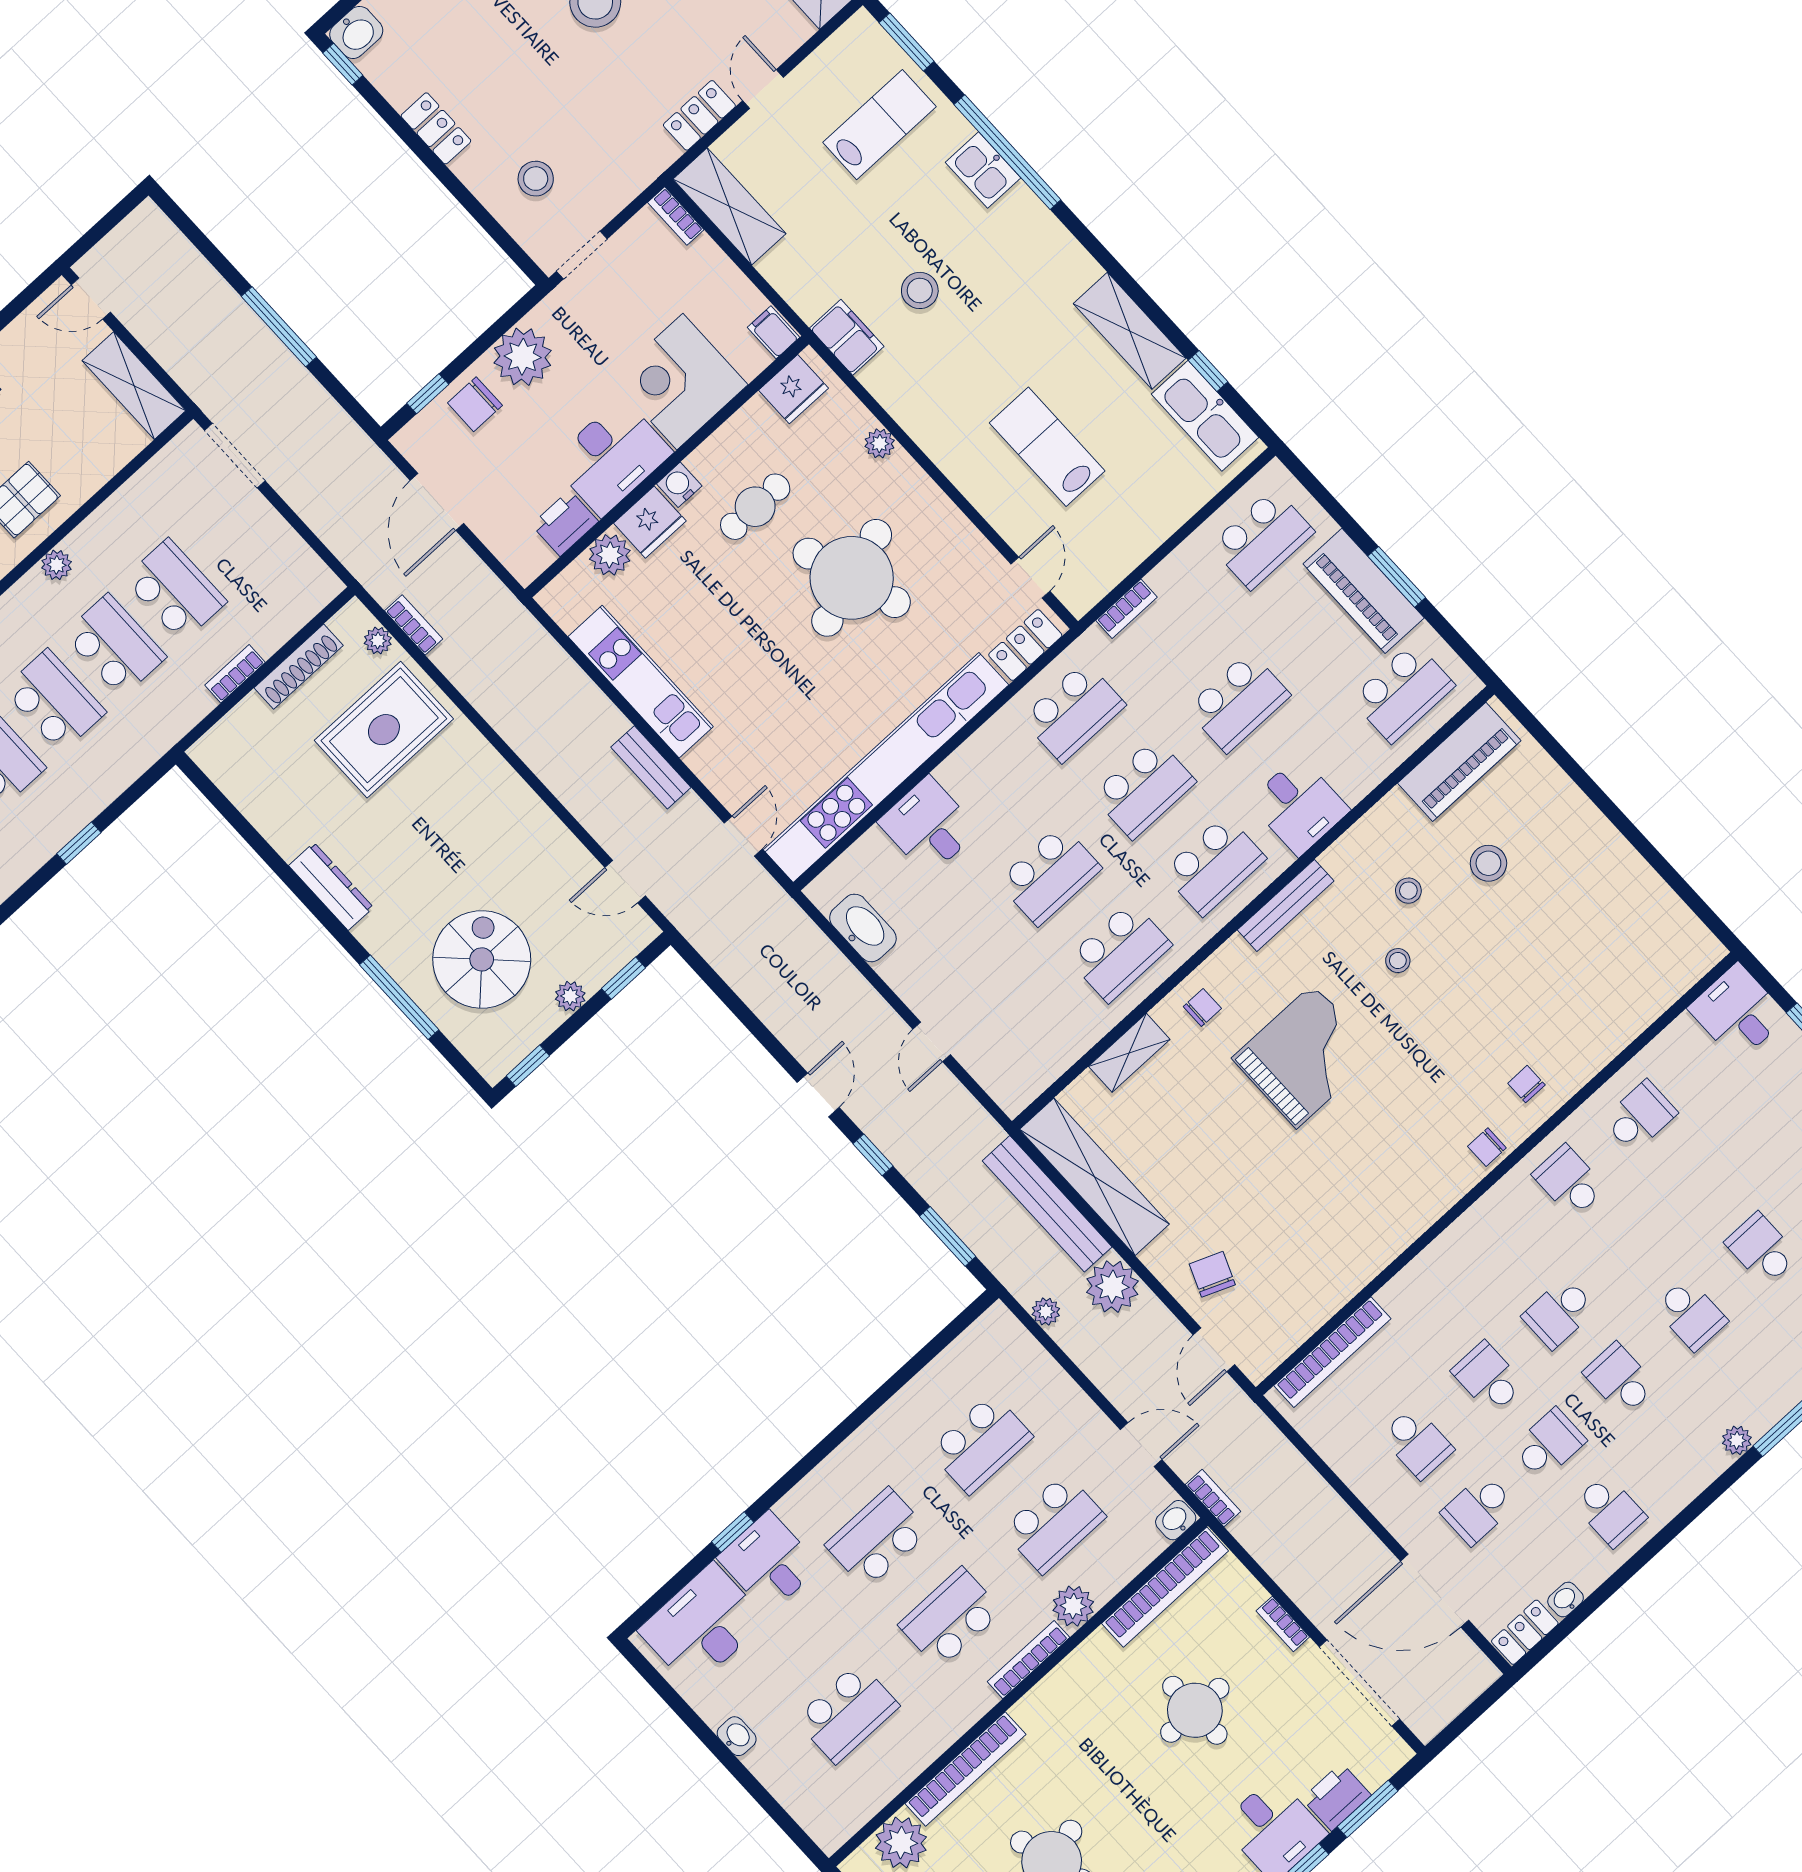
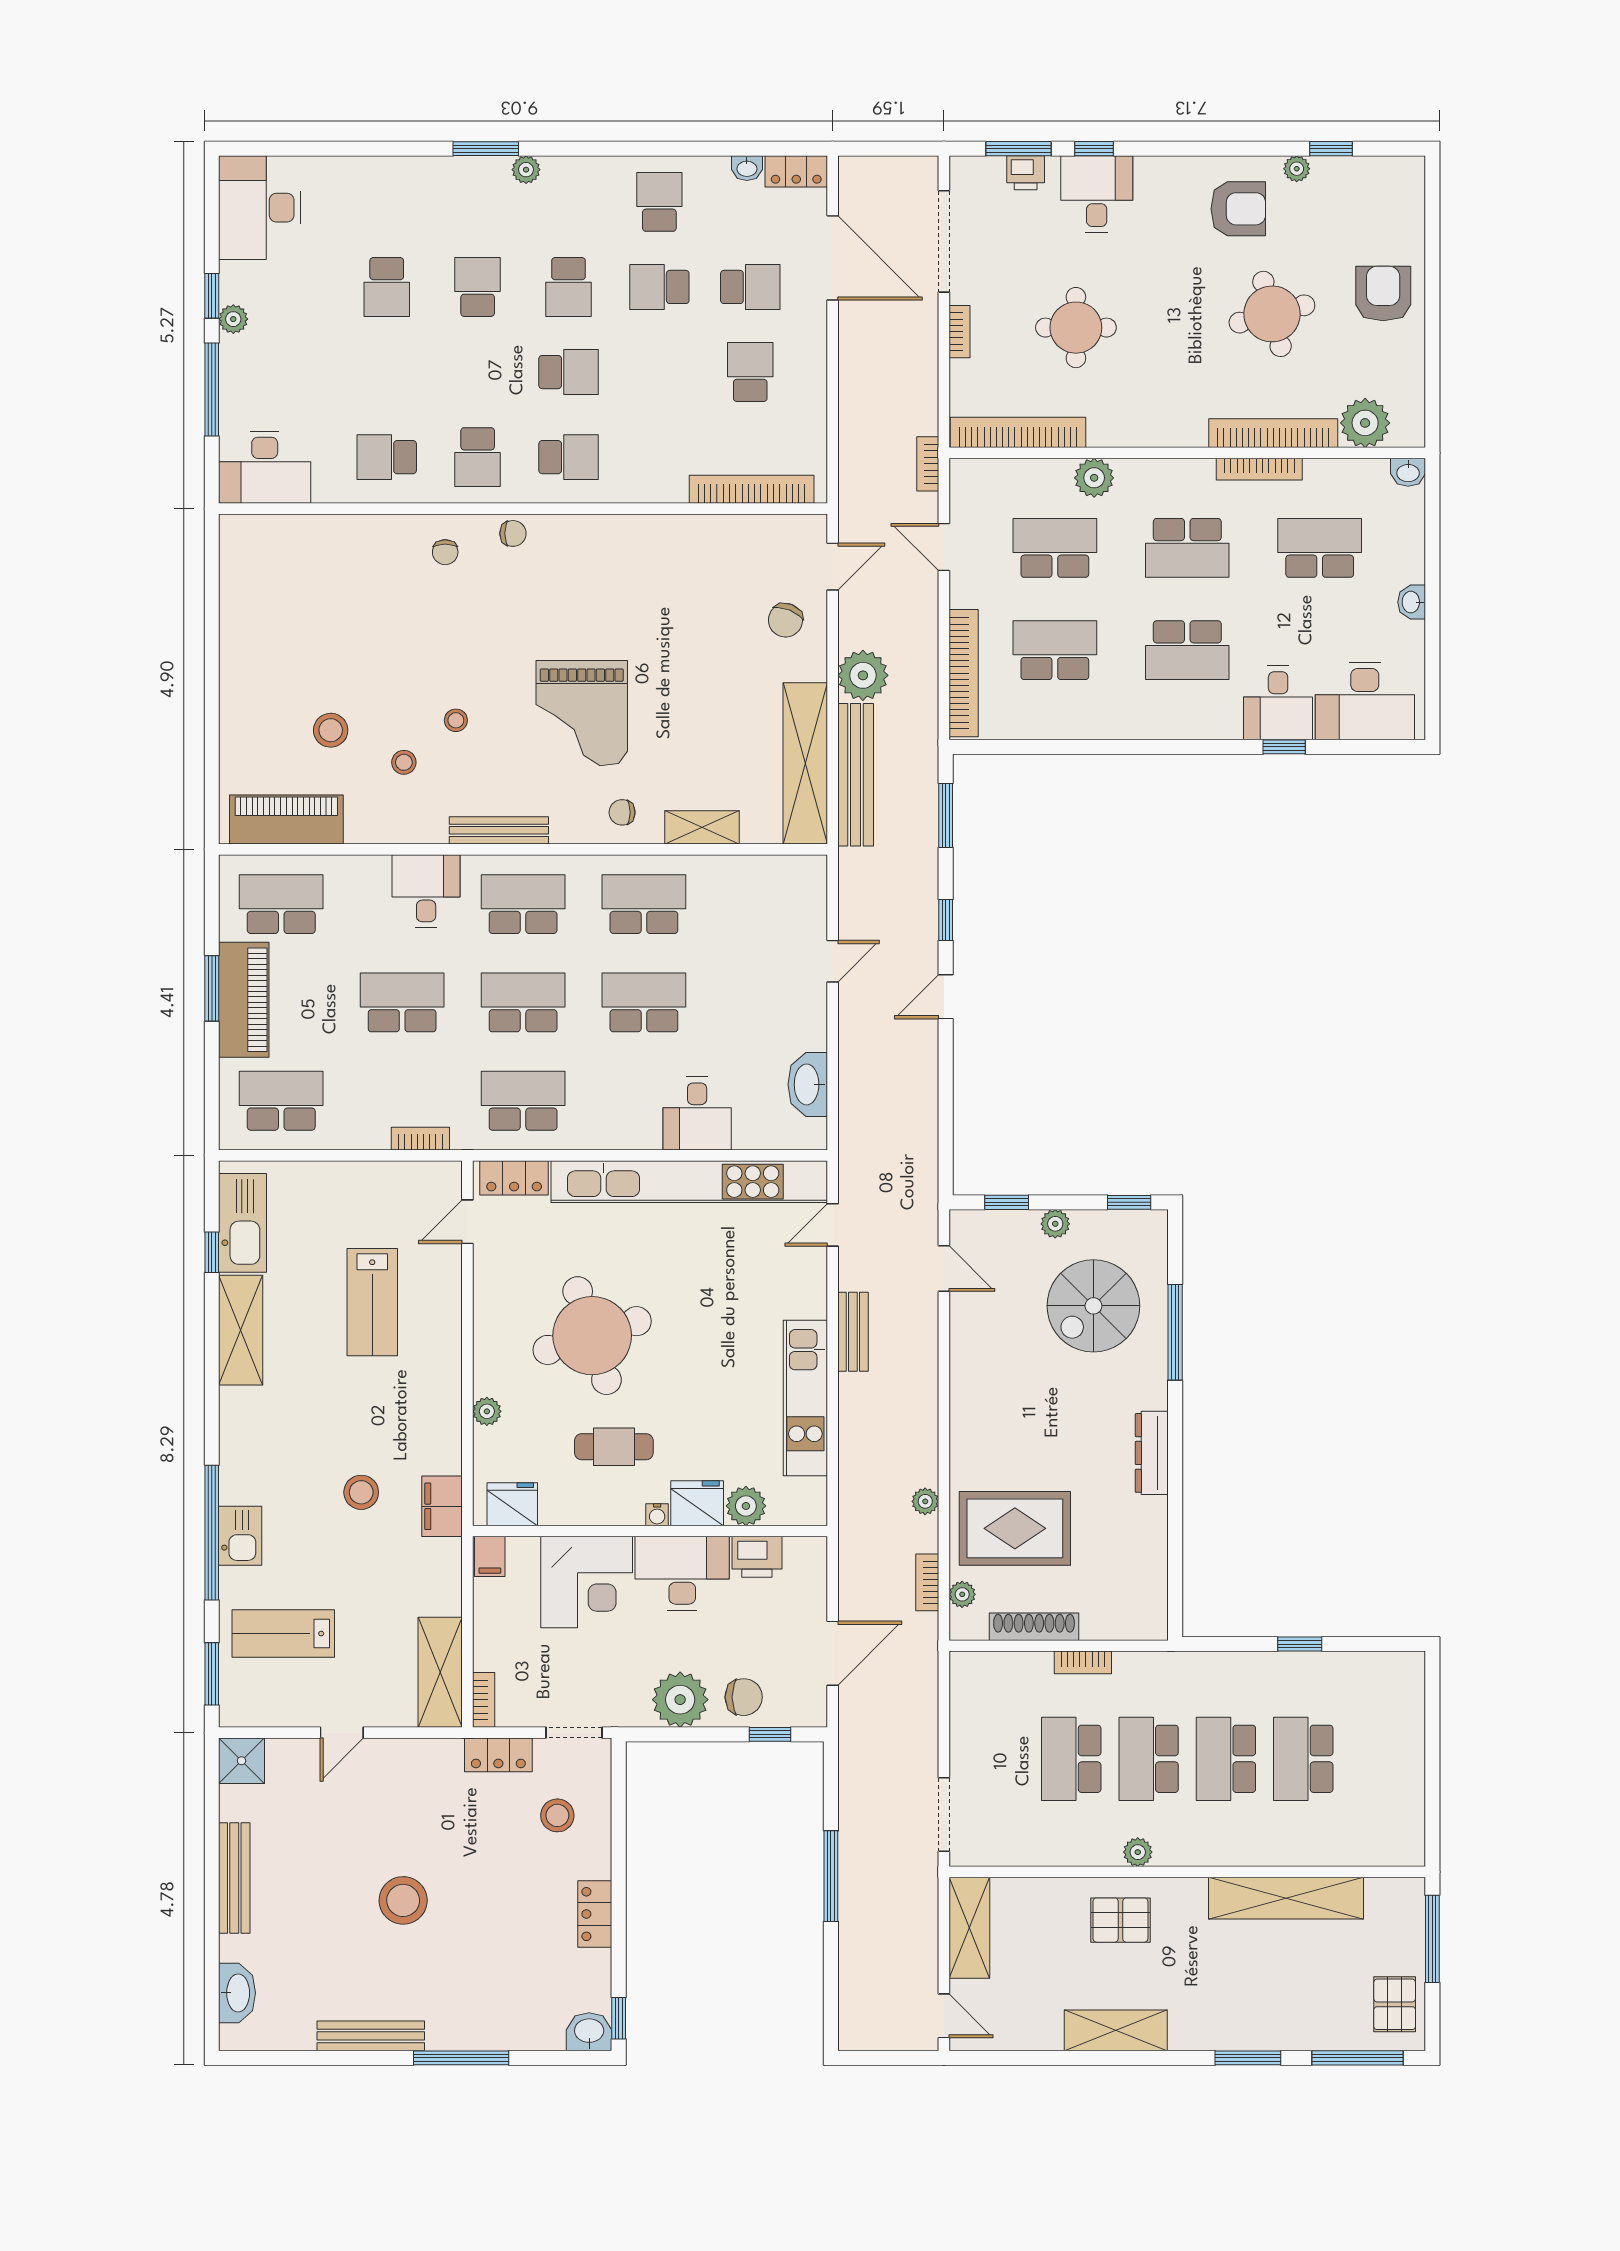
locker: (699, 115) -> (498, 1755), moved
water cooler: (679, 485) -> (657, 1515), width x0.72, depth x0.72
desk: (1738, 1012) -> (265, 467), width x1.37
grand piano: (1305, 1056) -> (582, 713), turned -90
plant: (1046, 1312) -> (925, 1501), moved
bookcase: (1036, 1360) -> (964, 673), added
school desk: (1488, 1378) -> (568, 457), moved, turned -90
washbasin: (1176, 1520) -> (1408, 472), moved
bookcase: (1028, 1660) -> (1259, 469), moved
printer: (1337, 1797) -> (1026, 173), width x0.73, depth x0.81

